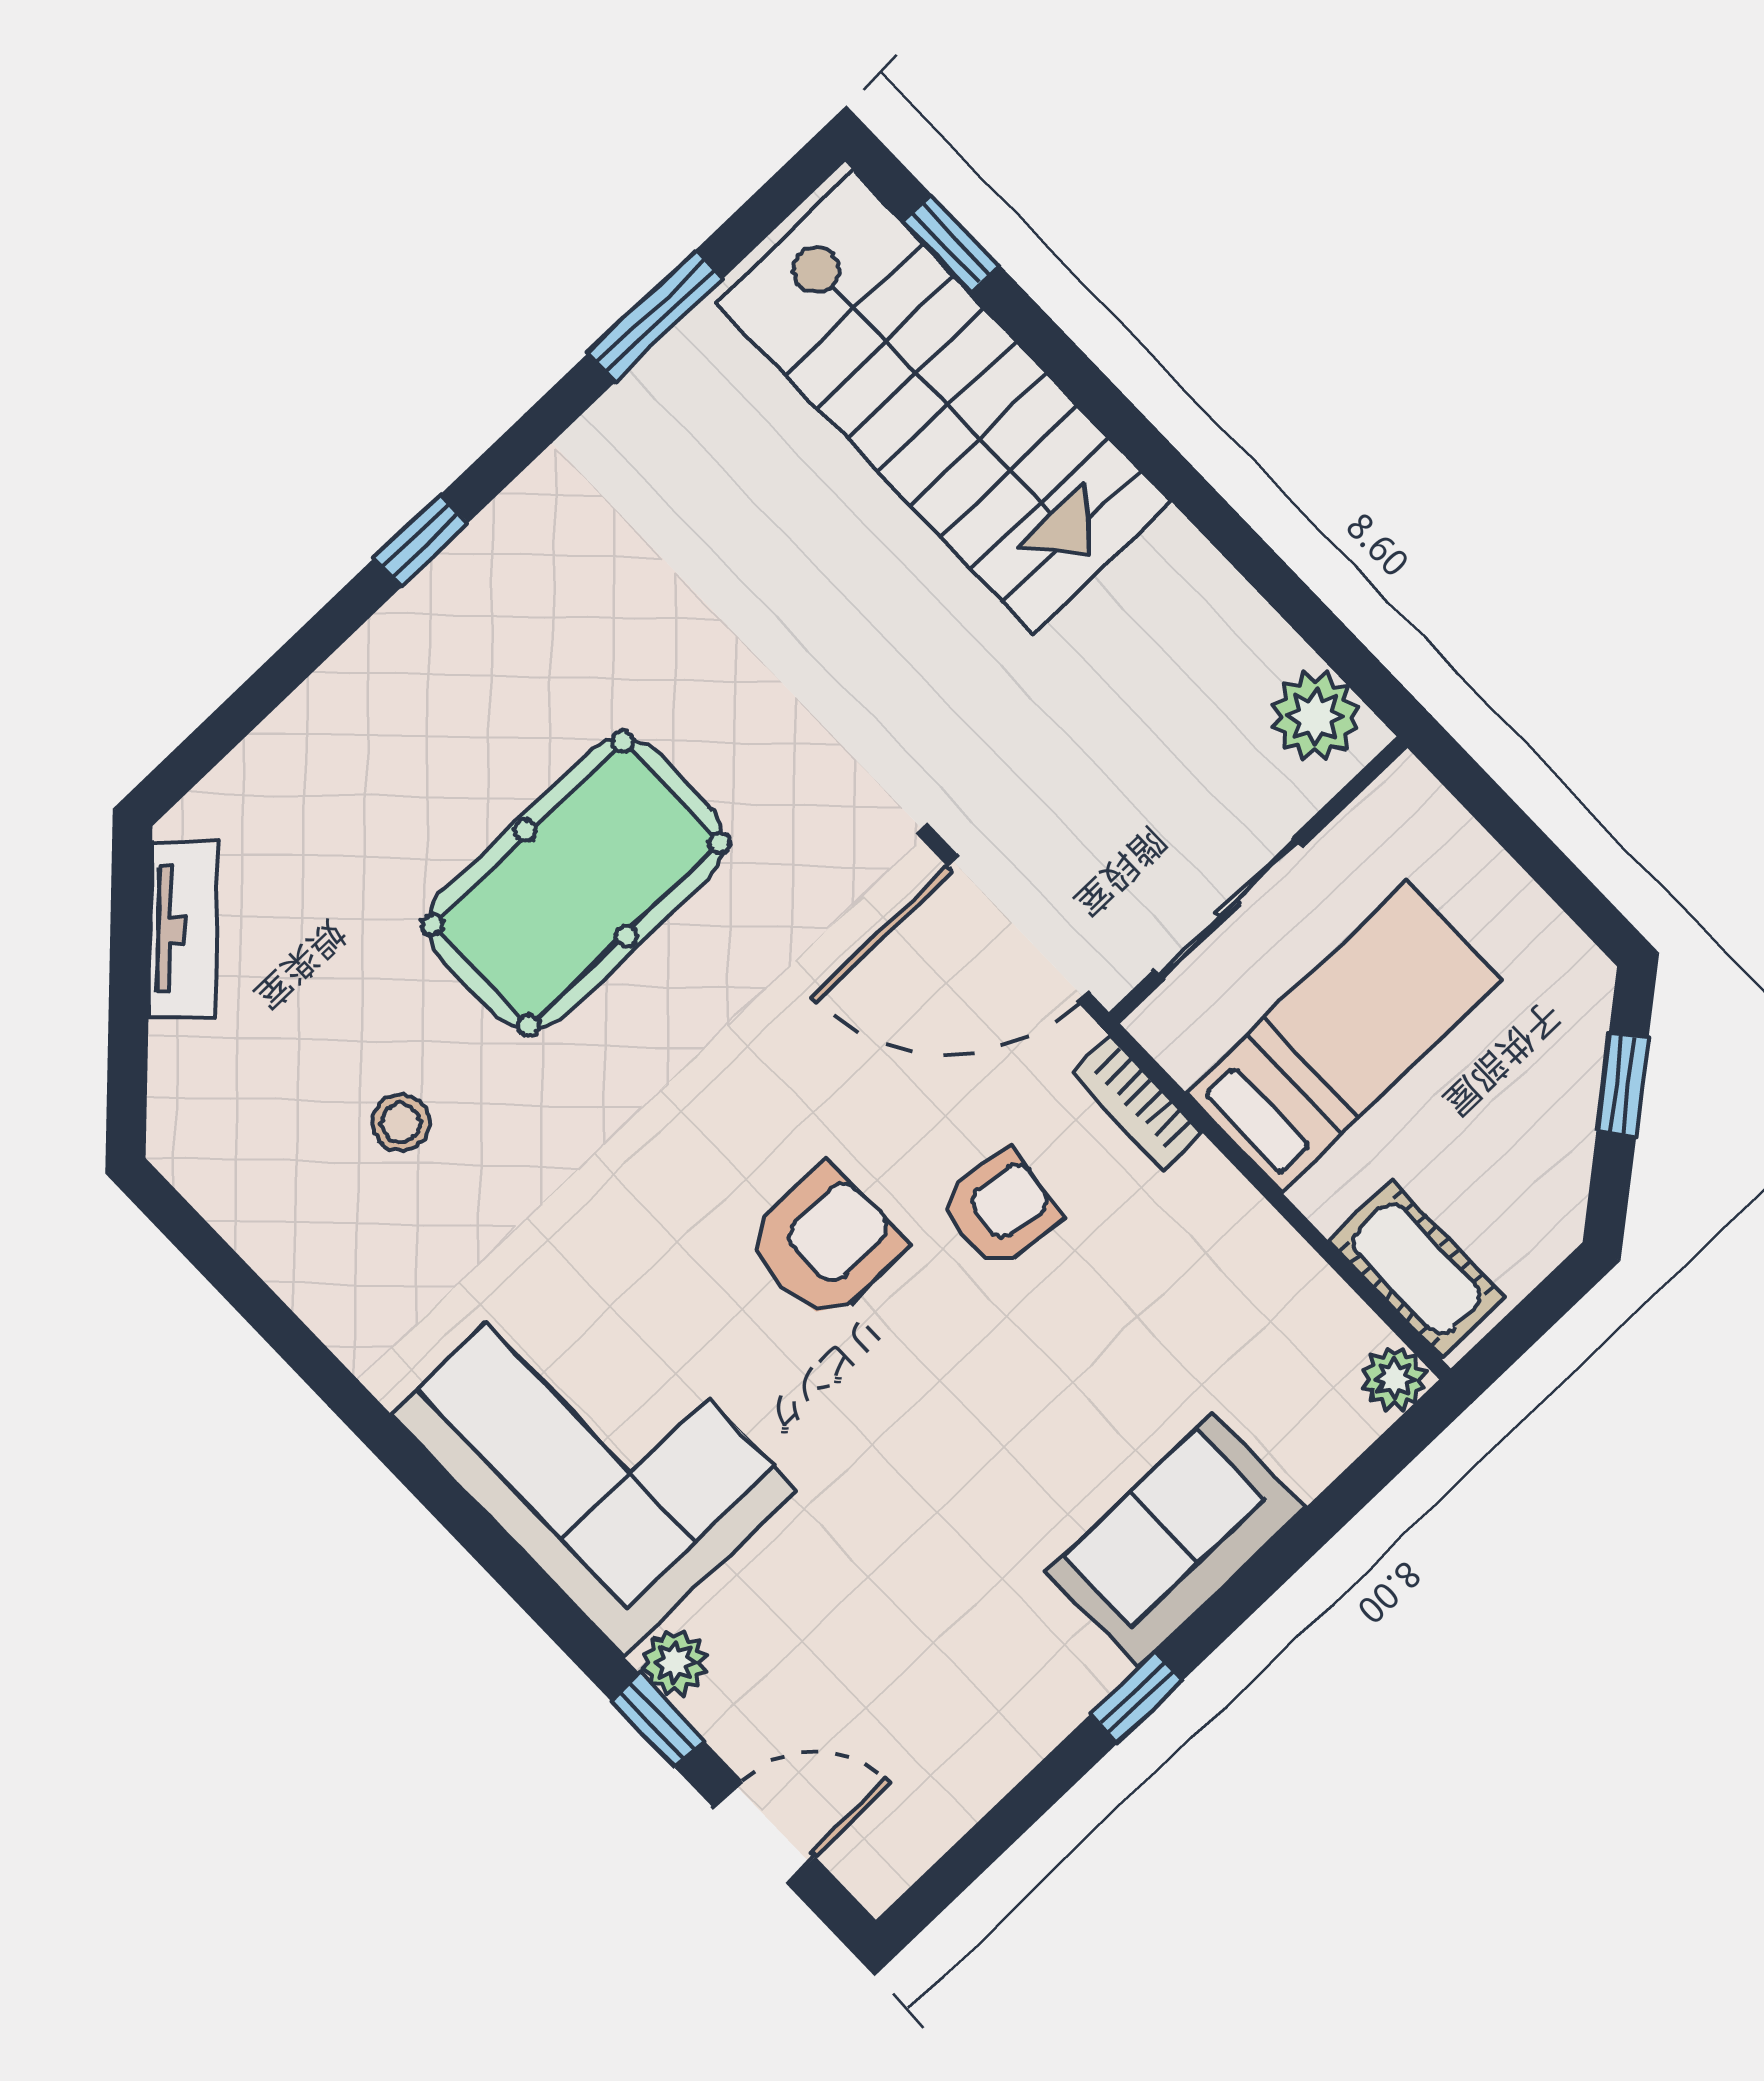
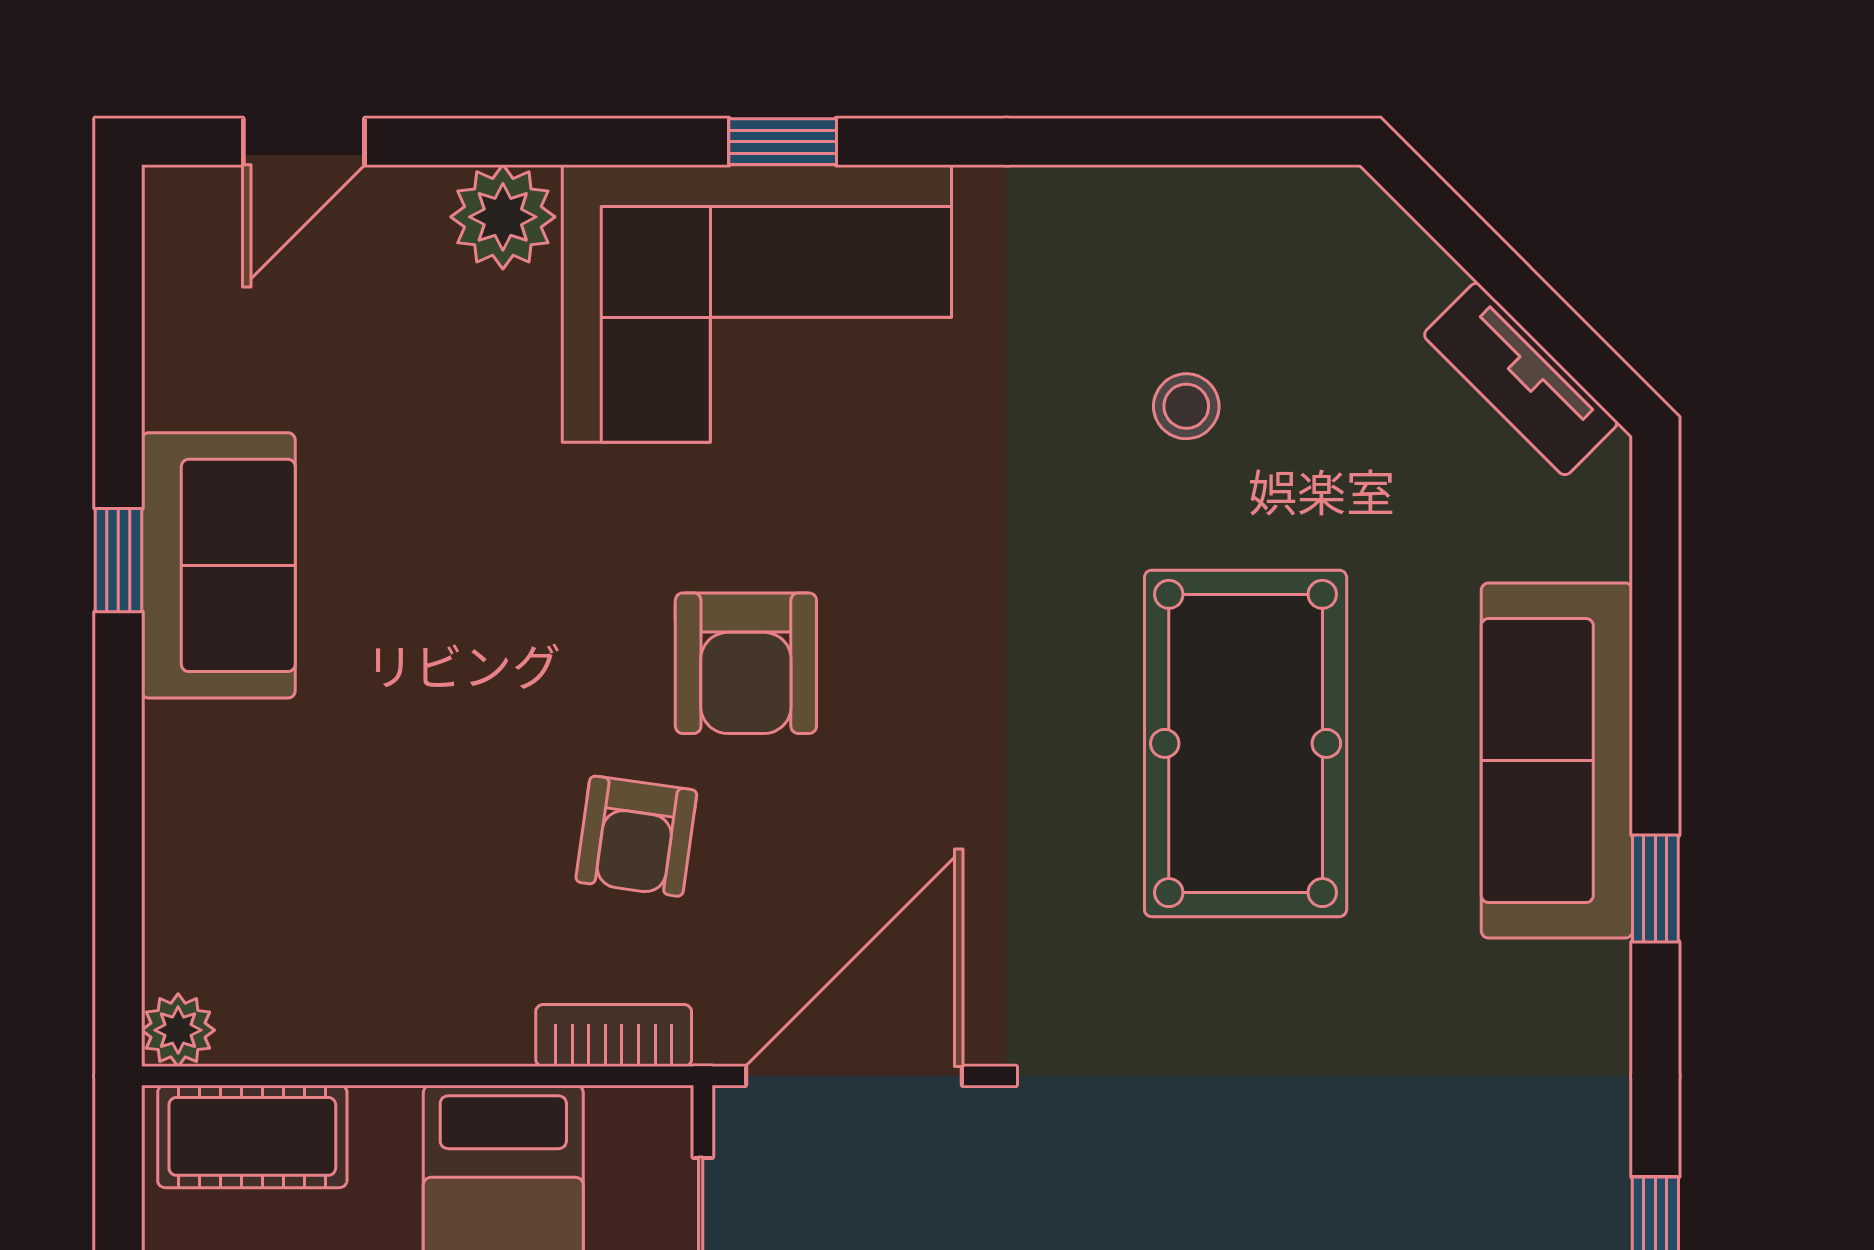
sofa: (400, 679) -> (1557, 761), added
sofa: (1176, 1540) -> (218, 565), moved
plant: (675, 1662) -> (503, 217), width x1.38, depth x1.38
window: (657, 1720) -> (783, 142), moved

